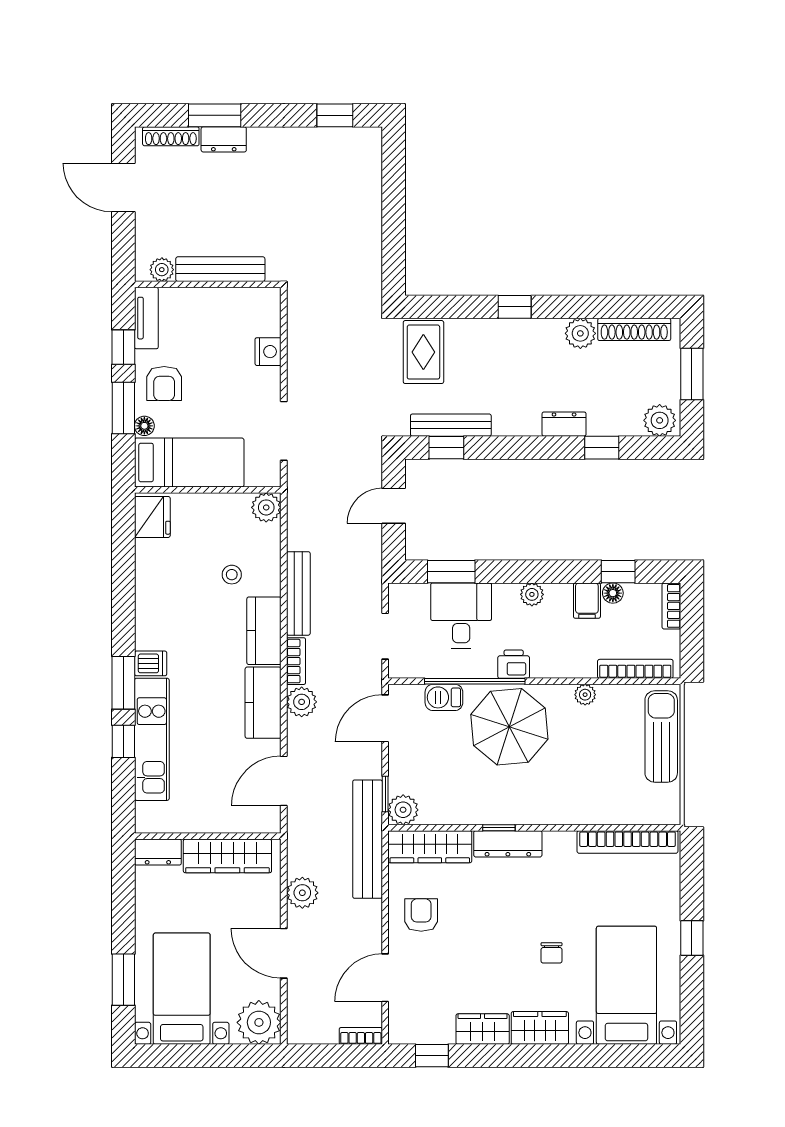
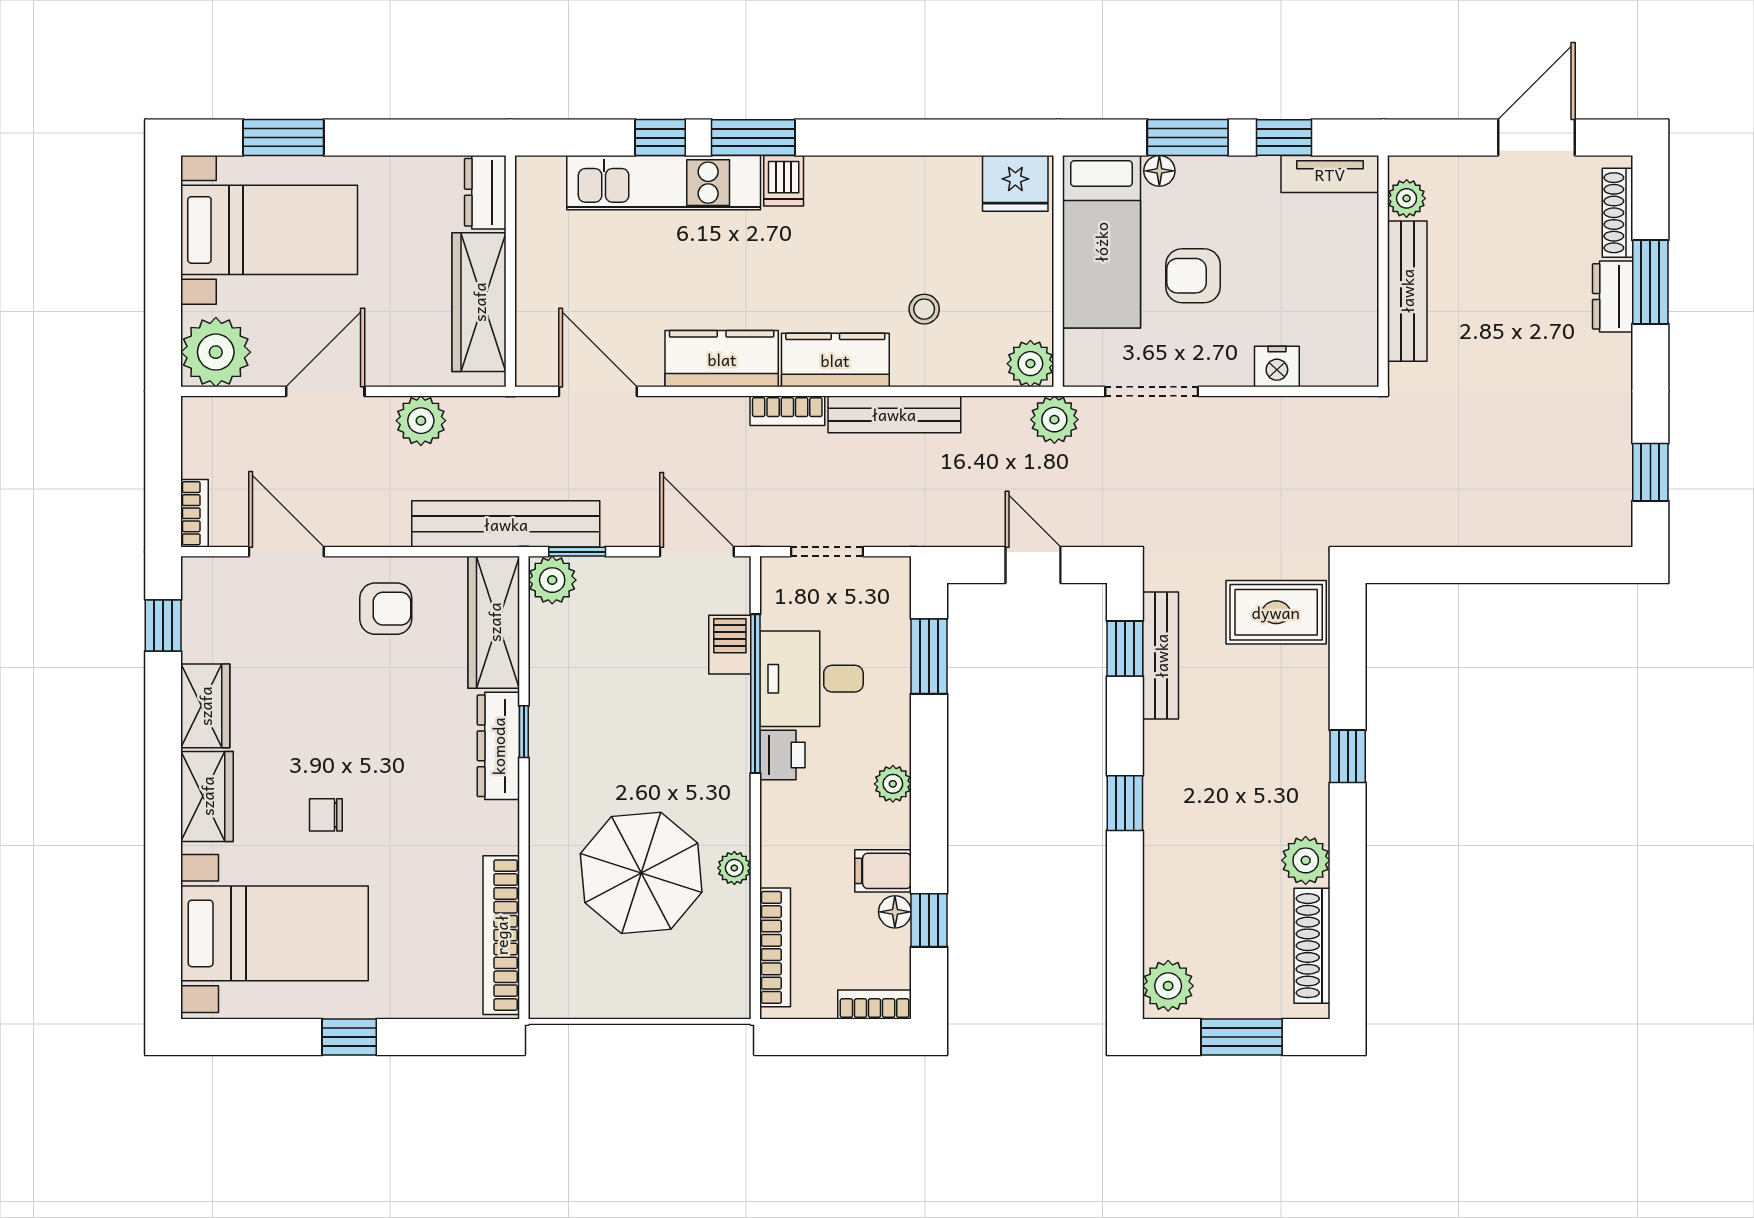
armchair: (164, 384) -> (1193, 276), moved
dresser: (564, 424) -> (1162, 835), removed
window: (602, 448) -> (1125, 803), moved
desk: (461, 615) -> (811, 679), moved, turned 180
plant: (302, 702) -> (1054, 420), moved
parasol: (509, 727) -> (641, 873), moved
sun lounger: (661, 737) -> (668, 988), removed

